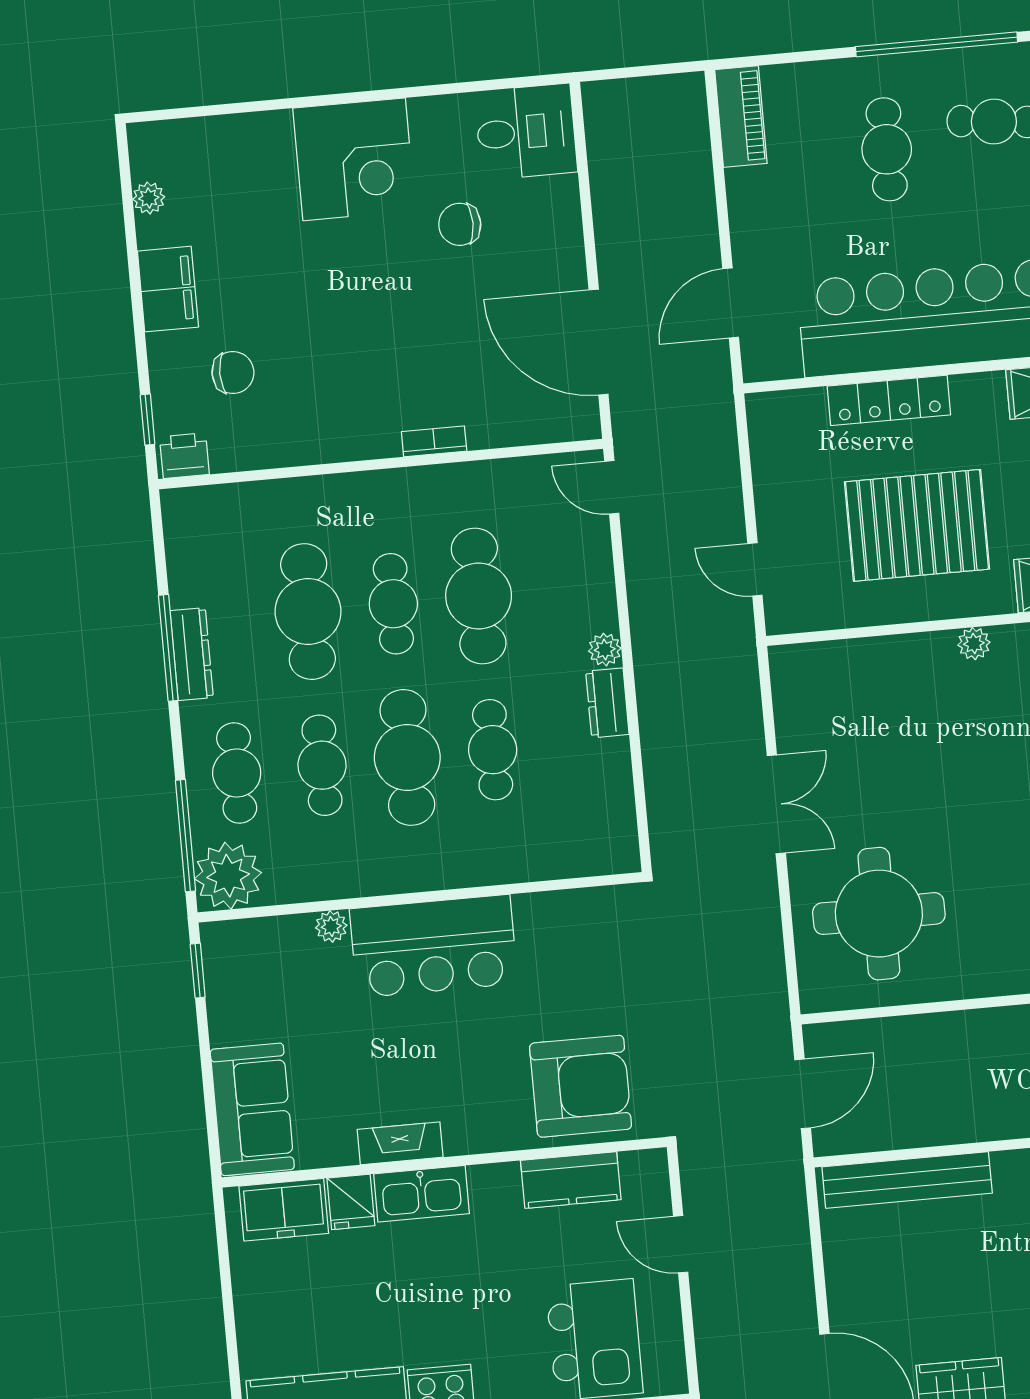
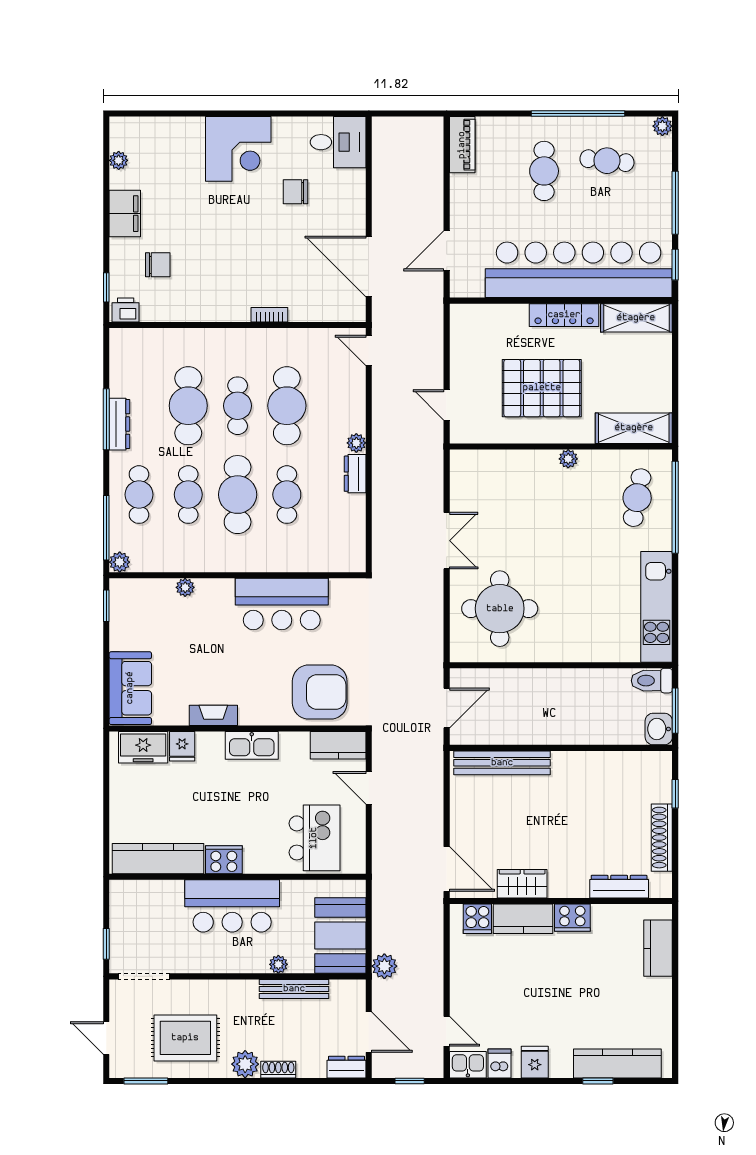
locker: (889, 400) -> (564, 315), moved
plant: (228, 876) -> (120, 562), width x0.53, depth x0.53
bar counter: (434, 946) -> (282, 604), moved
kitchen counter: (571, 1180) -> (338, 745), moved
kitchen sink: (422, 1194) -> (252, 745), moved

